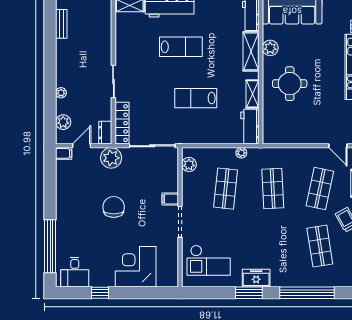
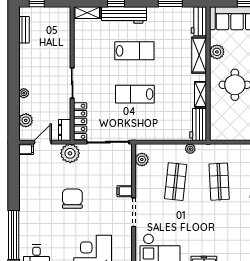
lab bench: (196, 98) -> (135, 94), moved

